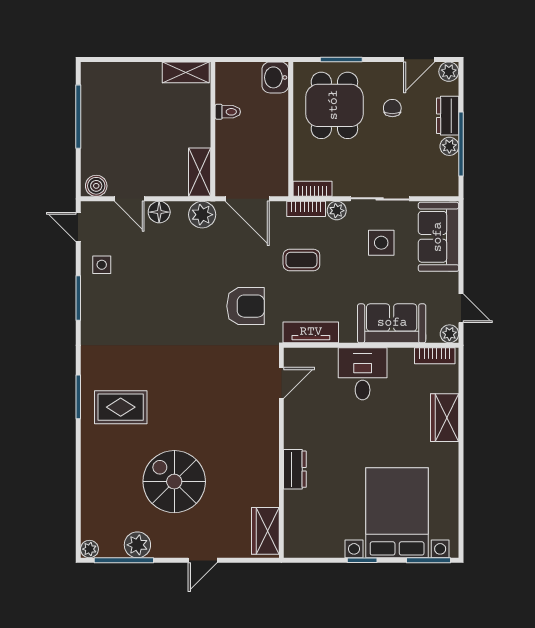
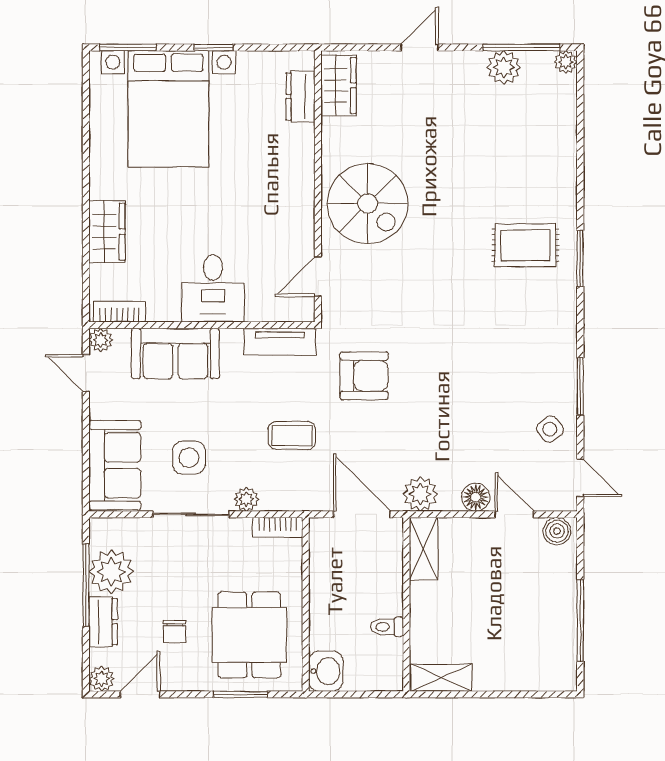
plant: (449, 146) -> (111, 572), width x1.88, depth x1.88
bookcase: (306, 209) -> (286, 501), removed
side table: (102, 265) -> (550, 429), turned -38
armchair: (246, 306) -> (364, 376), turned 180
dresser: (295, 469) -> (300, 96), moved
spiral stairs: (174, 482) -> (368, 204), moved

